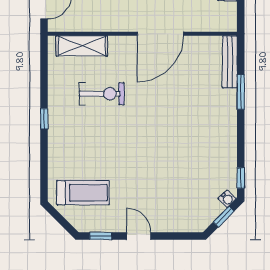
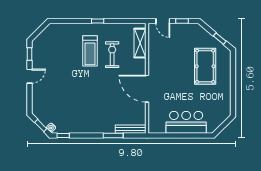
exercise bike: (102, 94) -> (112, 55), turned 180
treadmill: (83, 193) -> (90, 51), moved

